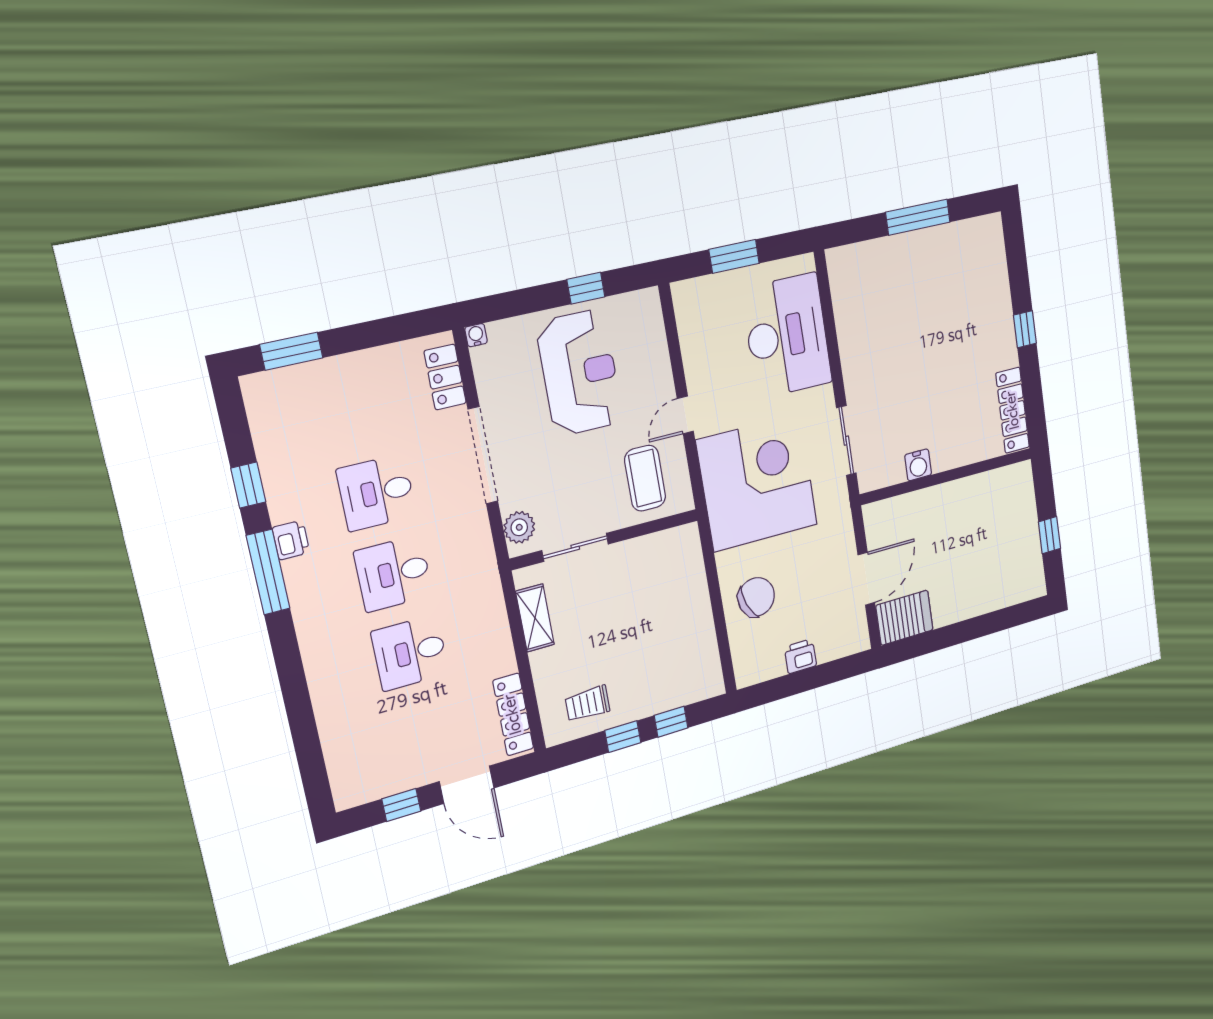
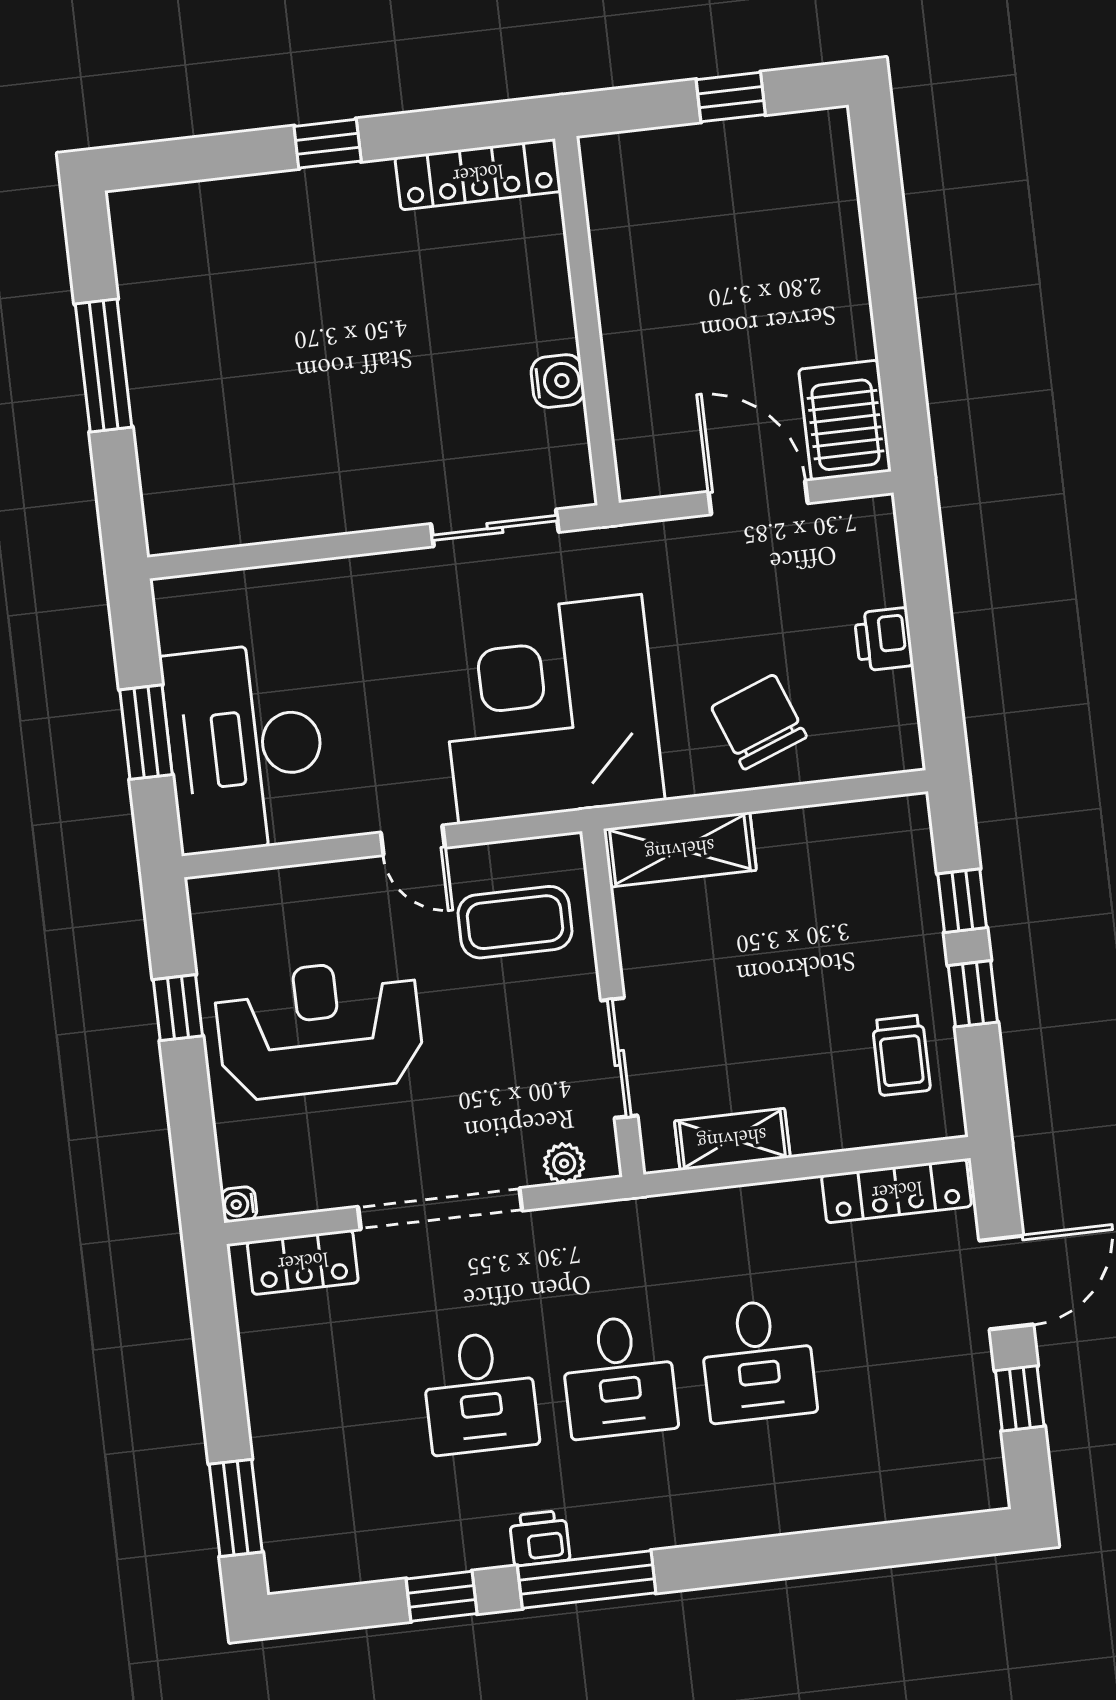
desk: (787, 336) -> (245, 748), moved, turned -90
plant: (519, 527) -> (564, 1163), width x0.73, depth x0.73
shelving: (689, 564) -> (680, 850), added

